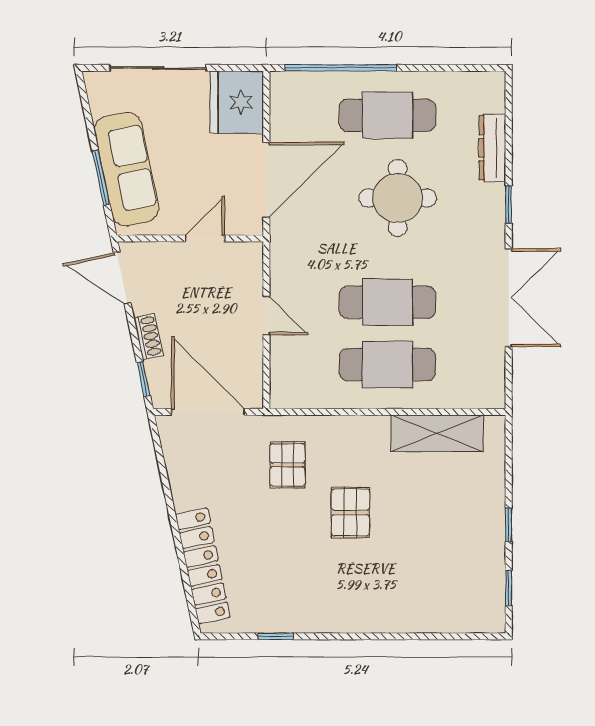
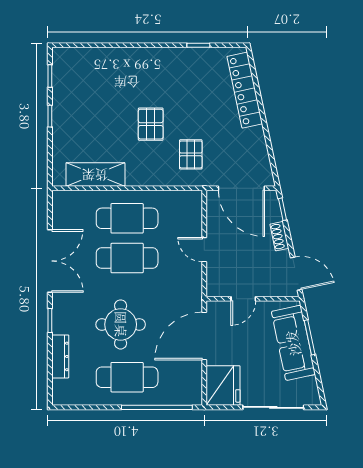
double door: (509, 298) -> (50, 261), swing flipped

